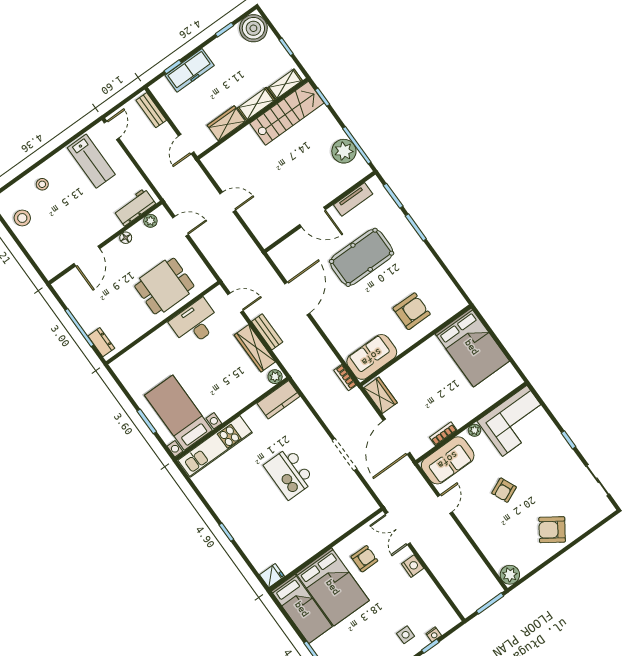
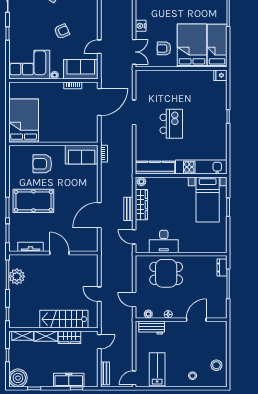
stairs: (287, 113) -> (64, 319), moved
pool table: (362, 257) -> (33, 201), moved
wardrobe: (380, 395) -> (92, 131), removed
kitchen counter: (279, 400) -> (155, 168), width x1.50

